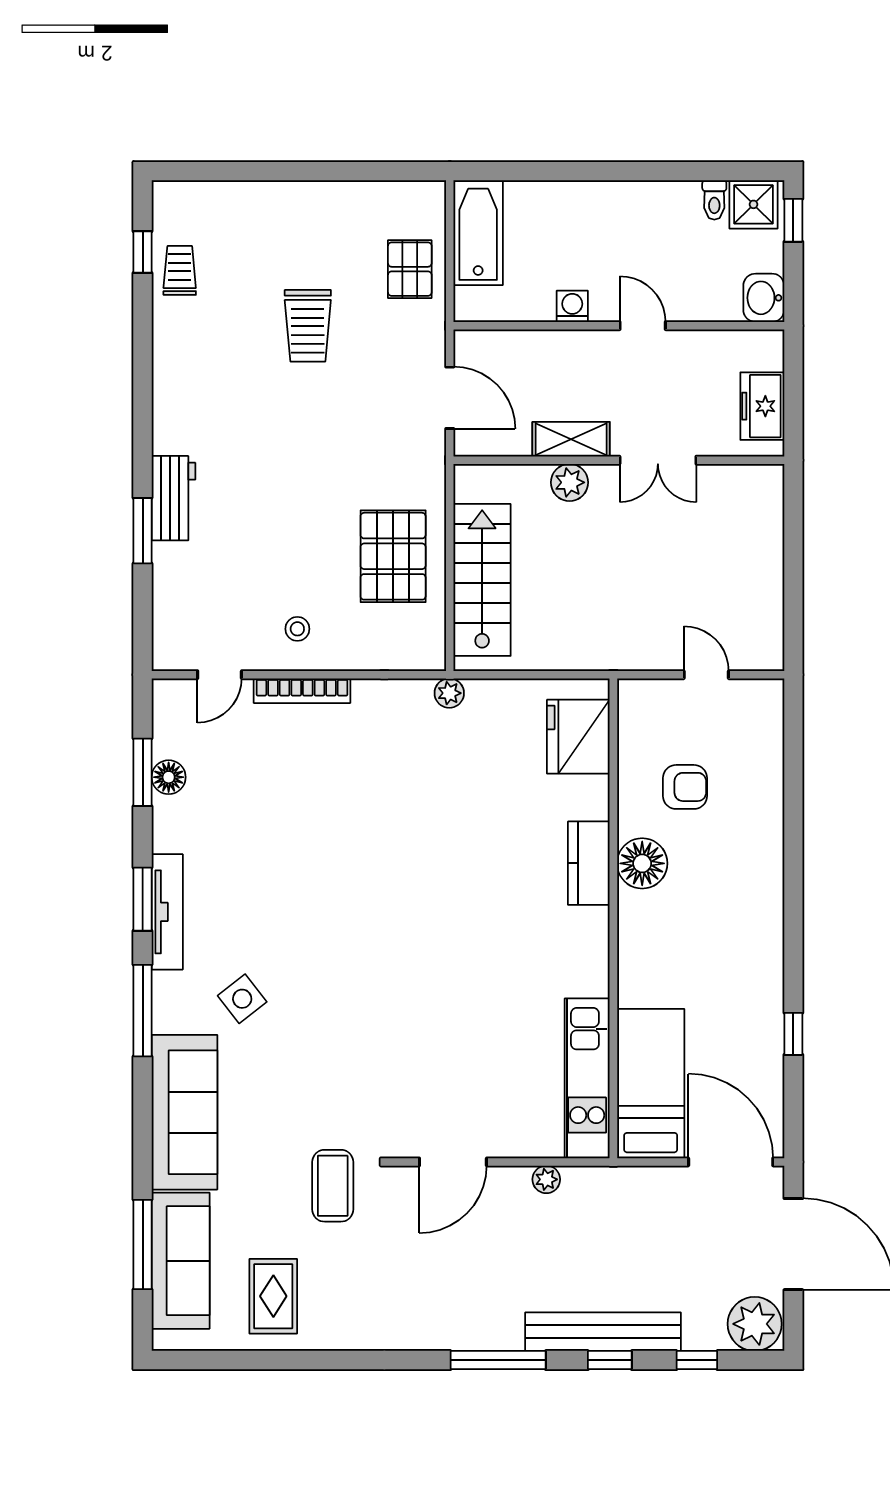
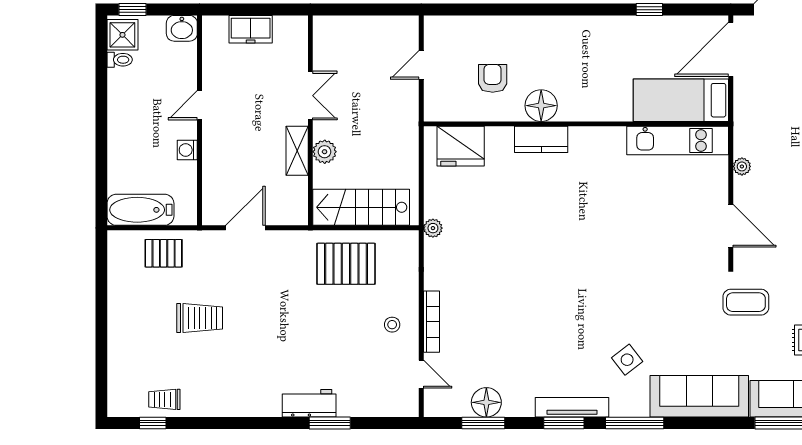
shelving: (571, 439) -> (297, 151), moved
wall: (619, 460) -> (310, 120), moved
double door: (658, 460) -> (310, 96), moved
plant: (570, 482) -> (325, 152), moved
floor lamp: (169, 777) -> (486, 402), width x1.38, depth x1.38

